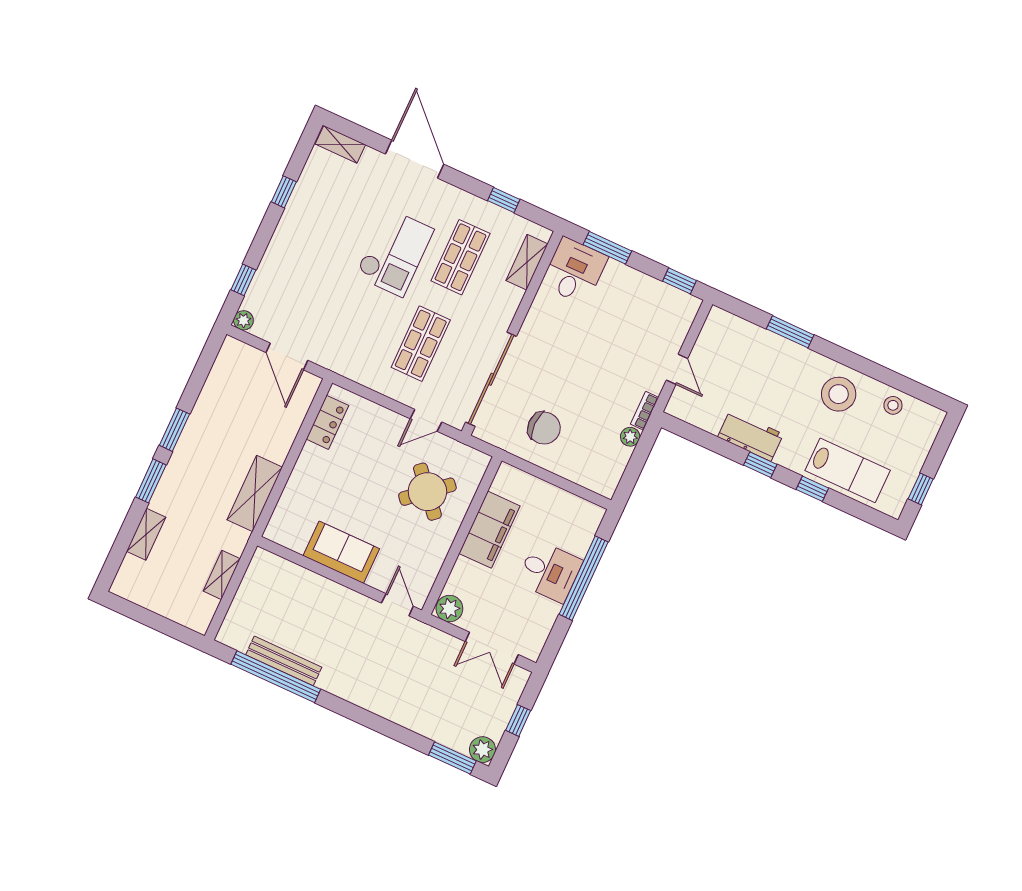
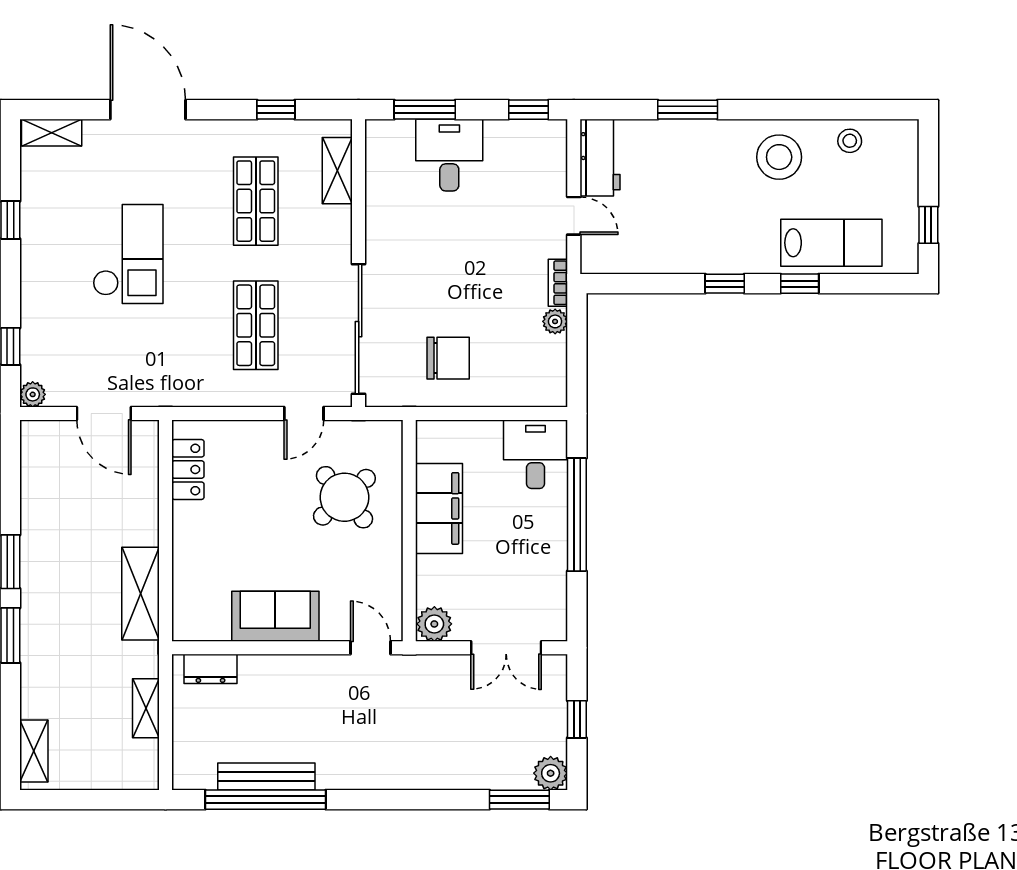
checkout: (394, 252) -> (128, 254), moved
desk: (574, 271) -> (449, 155), moved
workbench: (750, 436) -> (600, 158), moved, turned 90
shelving: (146, 534) -> (34, 751), moved
dresser: (279, 568) -> (210, 669), added
desk: (550, 572) -> (536, 454), moved, turned -90

